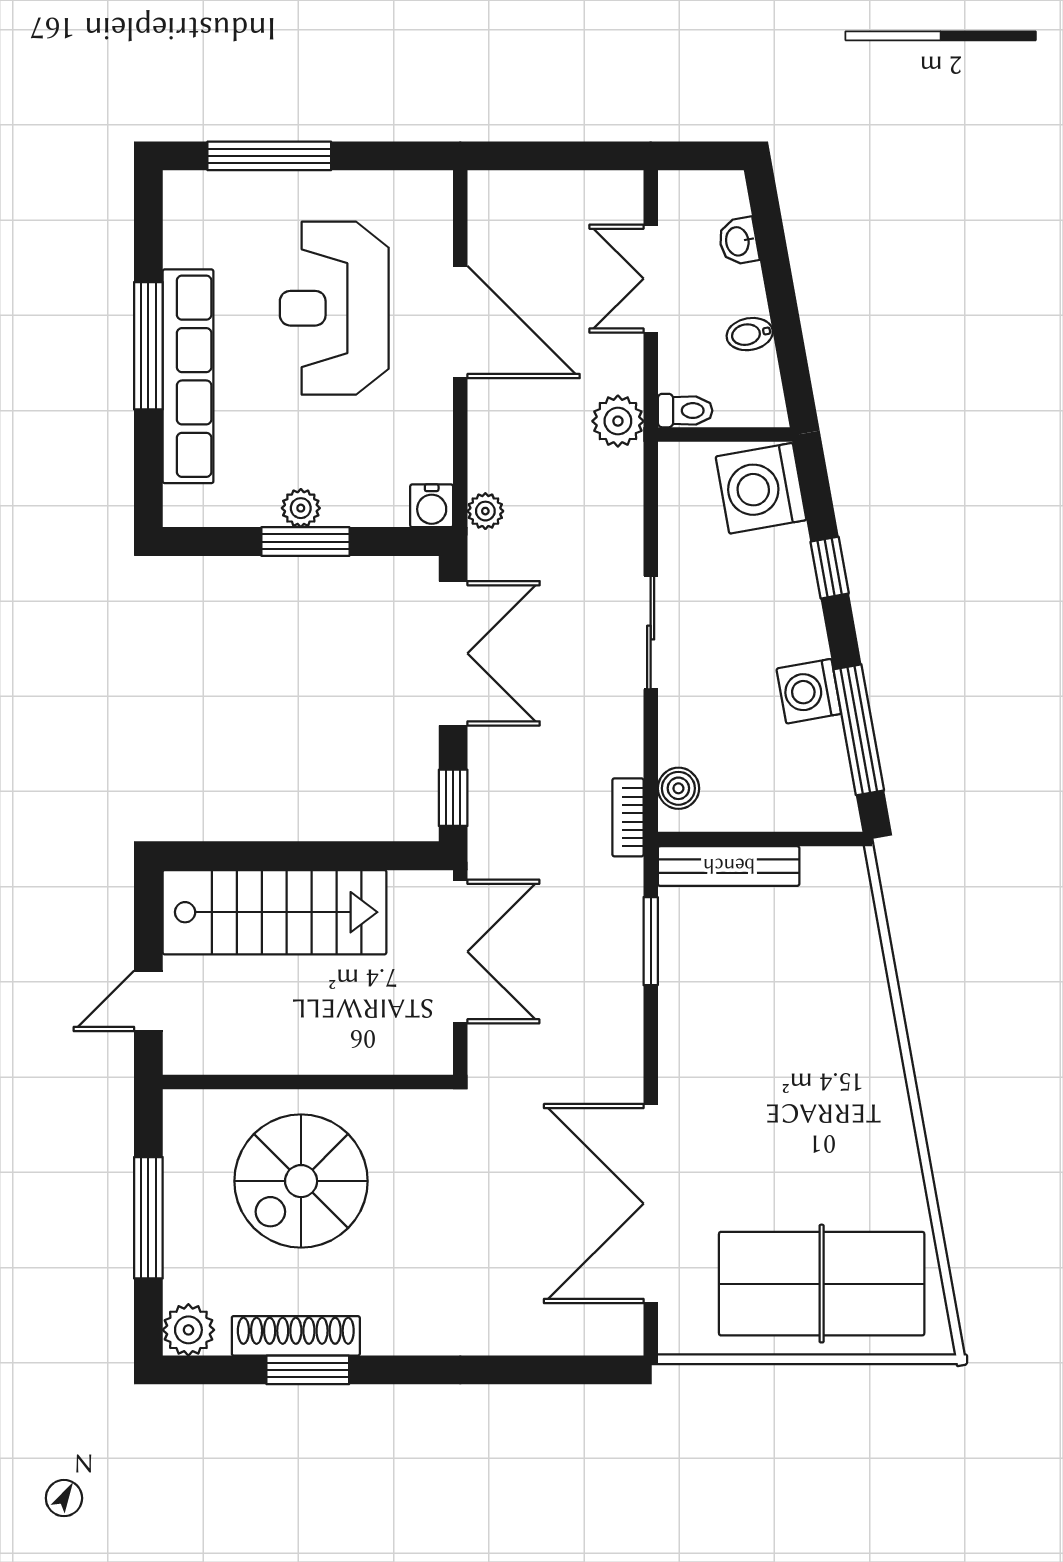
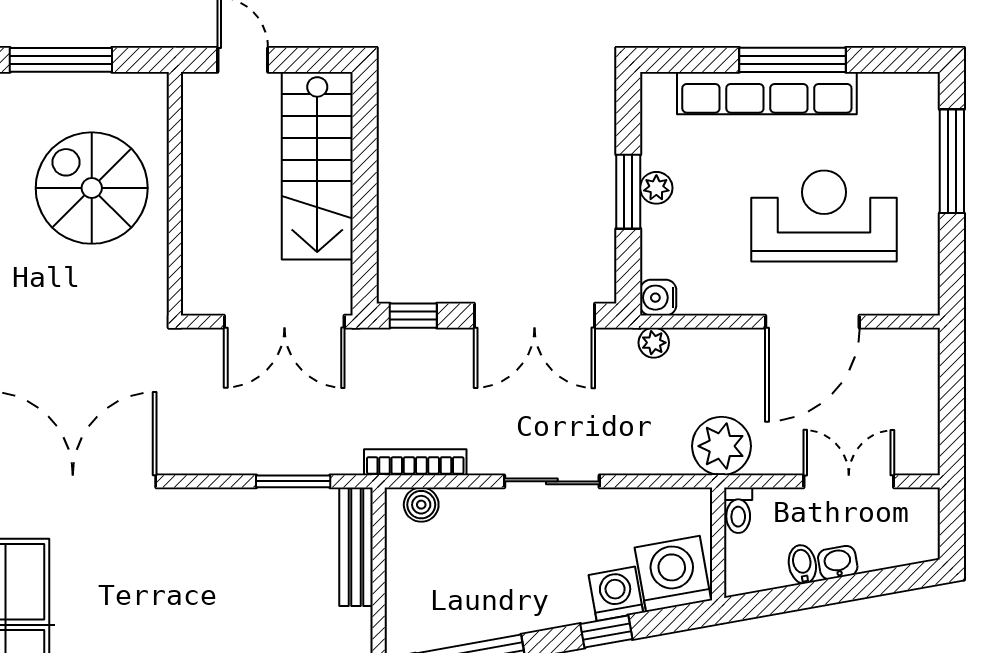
washbasin: (738, 241) -> (838, 563), moved
plant: (618, 421) -> (721, 446), width x1.36, depth x1.36
washing machine: (809, 691) -> (616, 594), moved
bookcase: (628, 817) -> (415, 462), width x1.56

